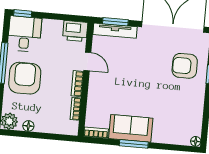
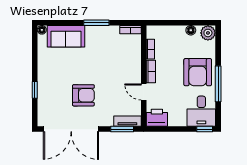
tv unit: (115, 31) -> (127, 121), width x0.71
armchair: (185, 66) -> (83, 95), moved
sofa: (131, 128) -> (66, 36), moved

